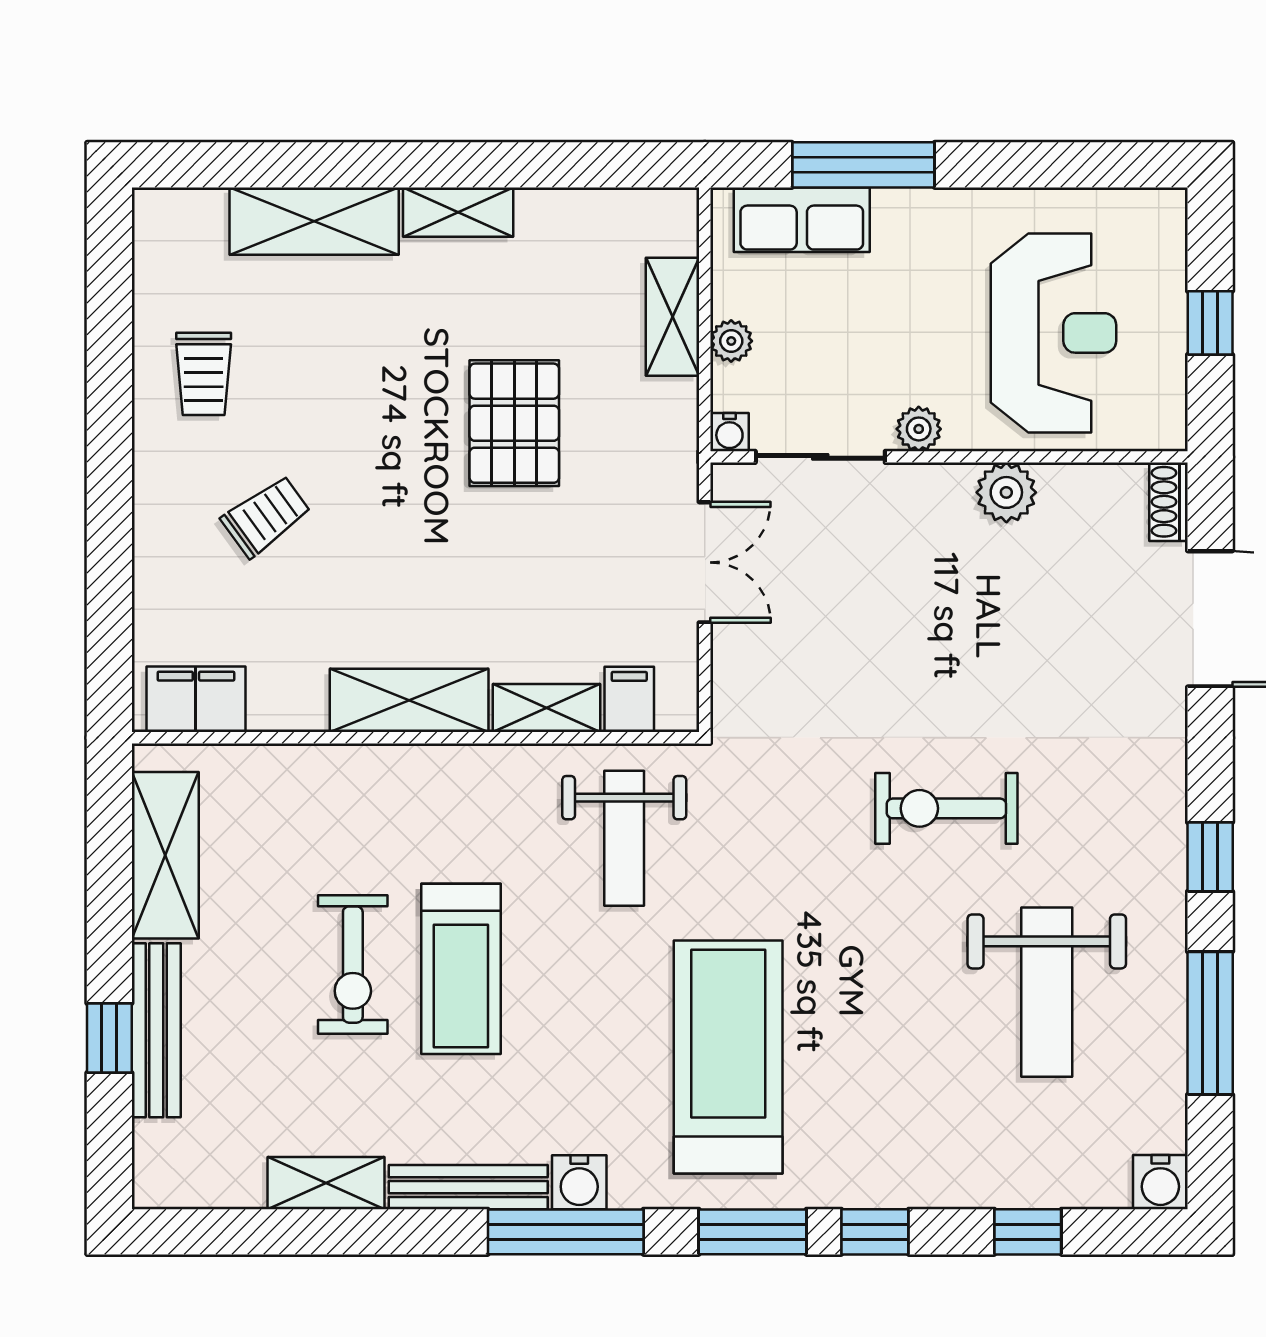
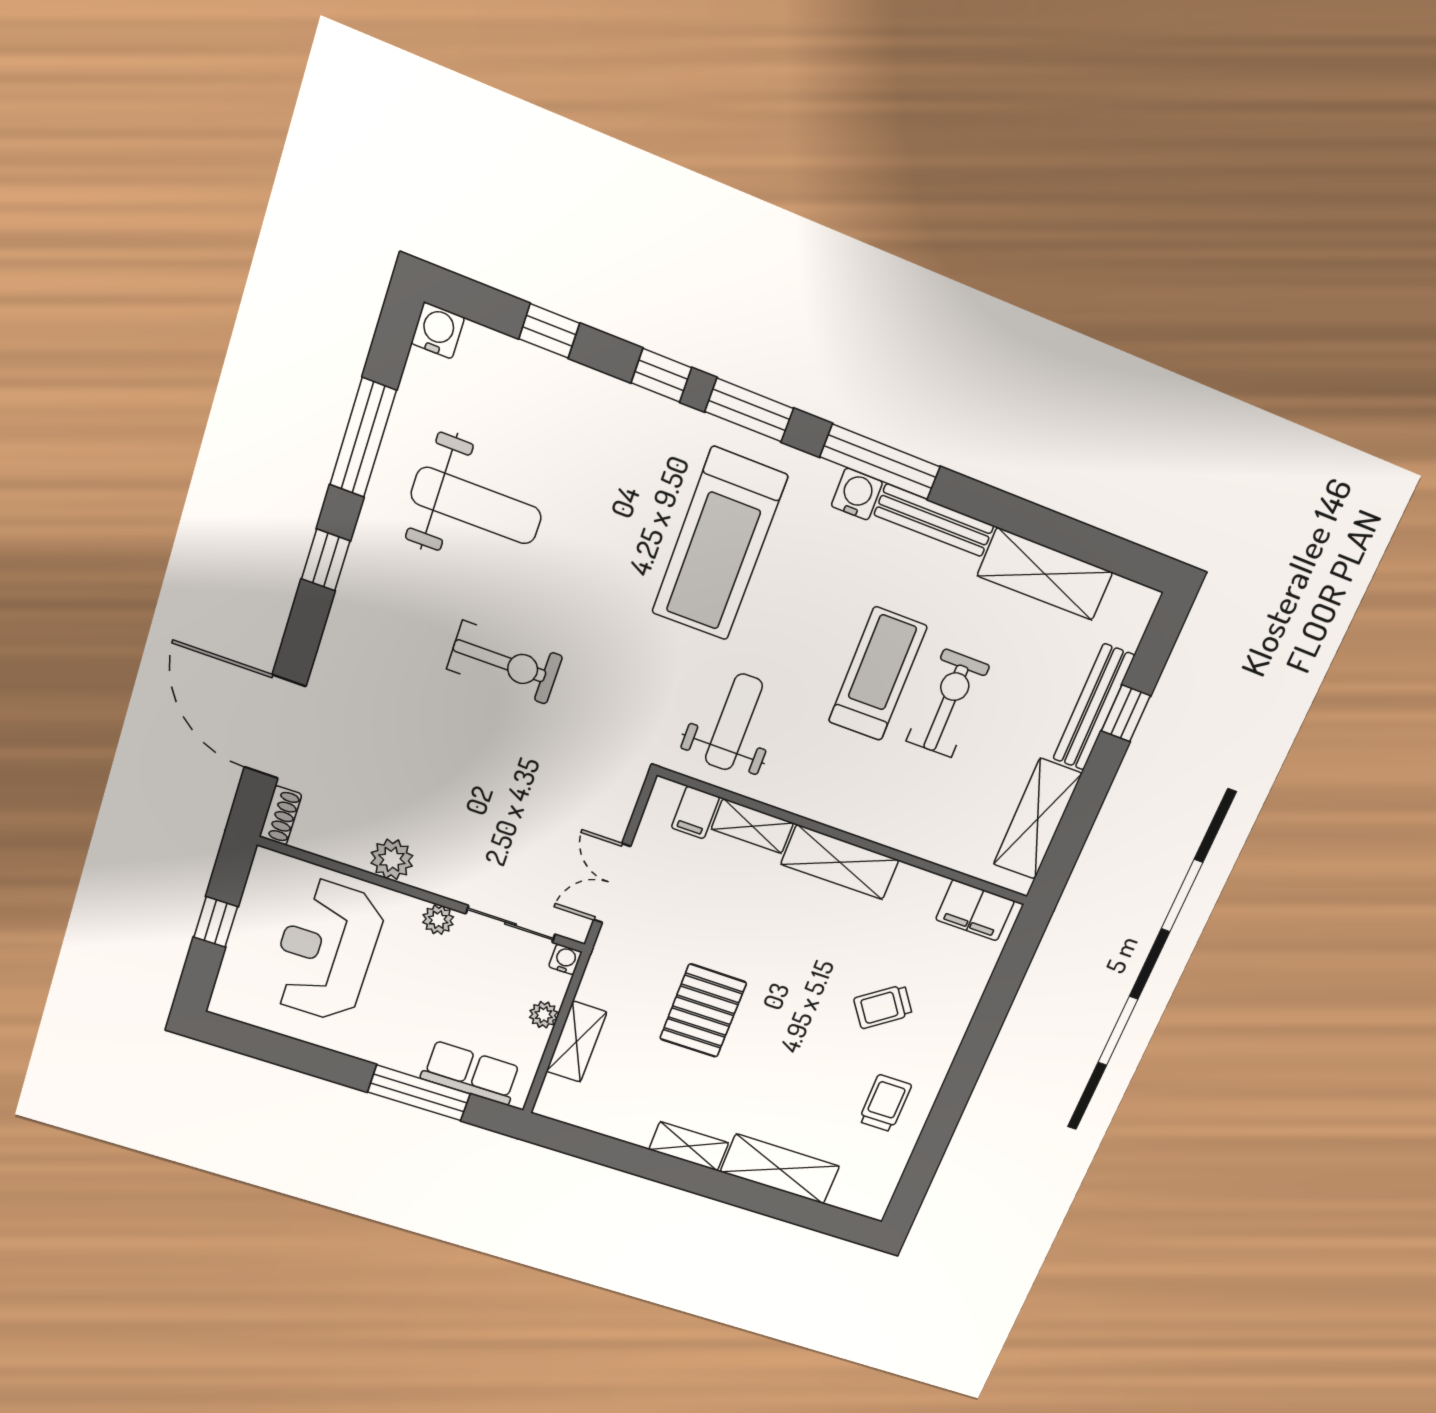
weight bench: (1047, 992) -> (476, 506), turned 90
shelving: (326, 1183) -> (1045, 574), width x1.50, depth x1.33

